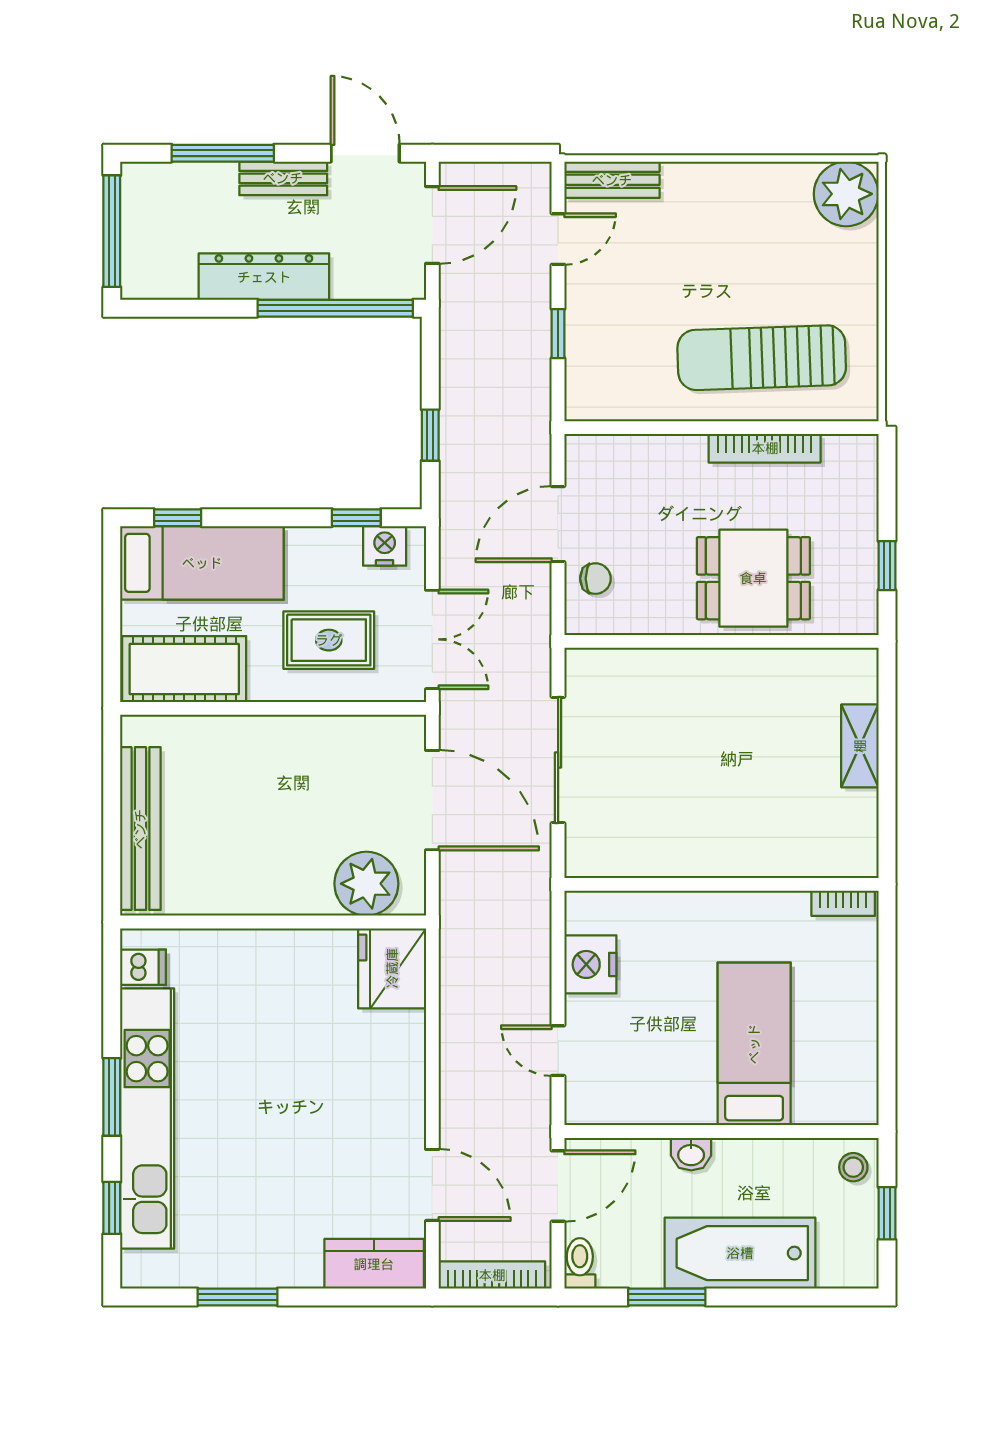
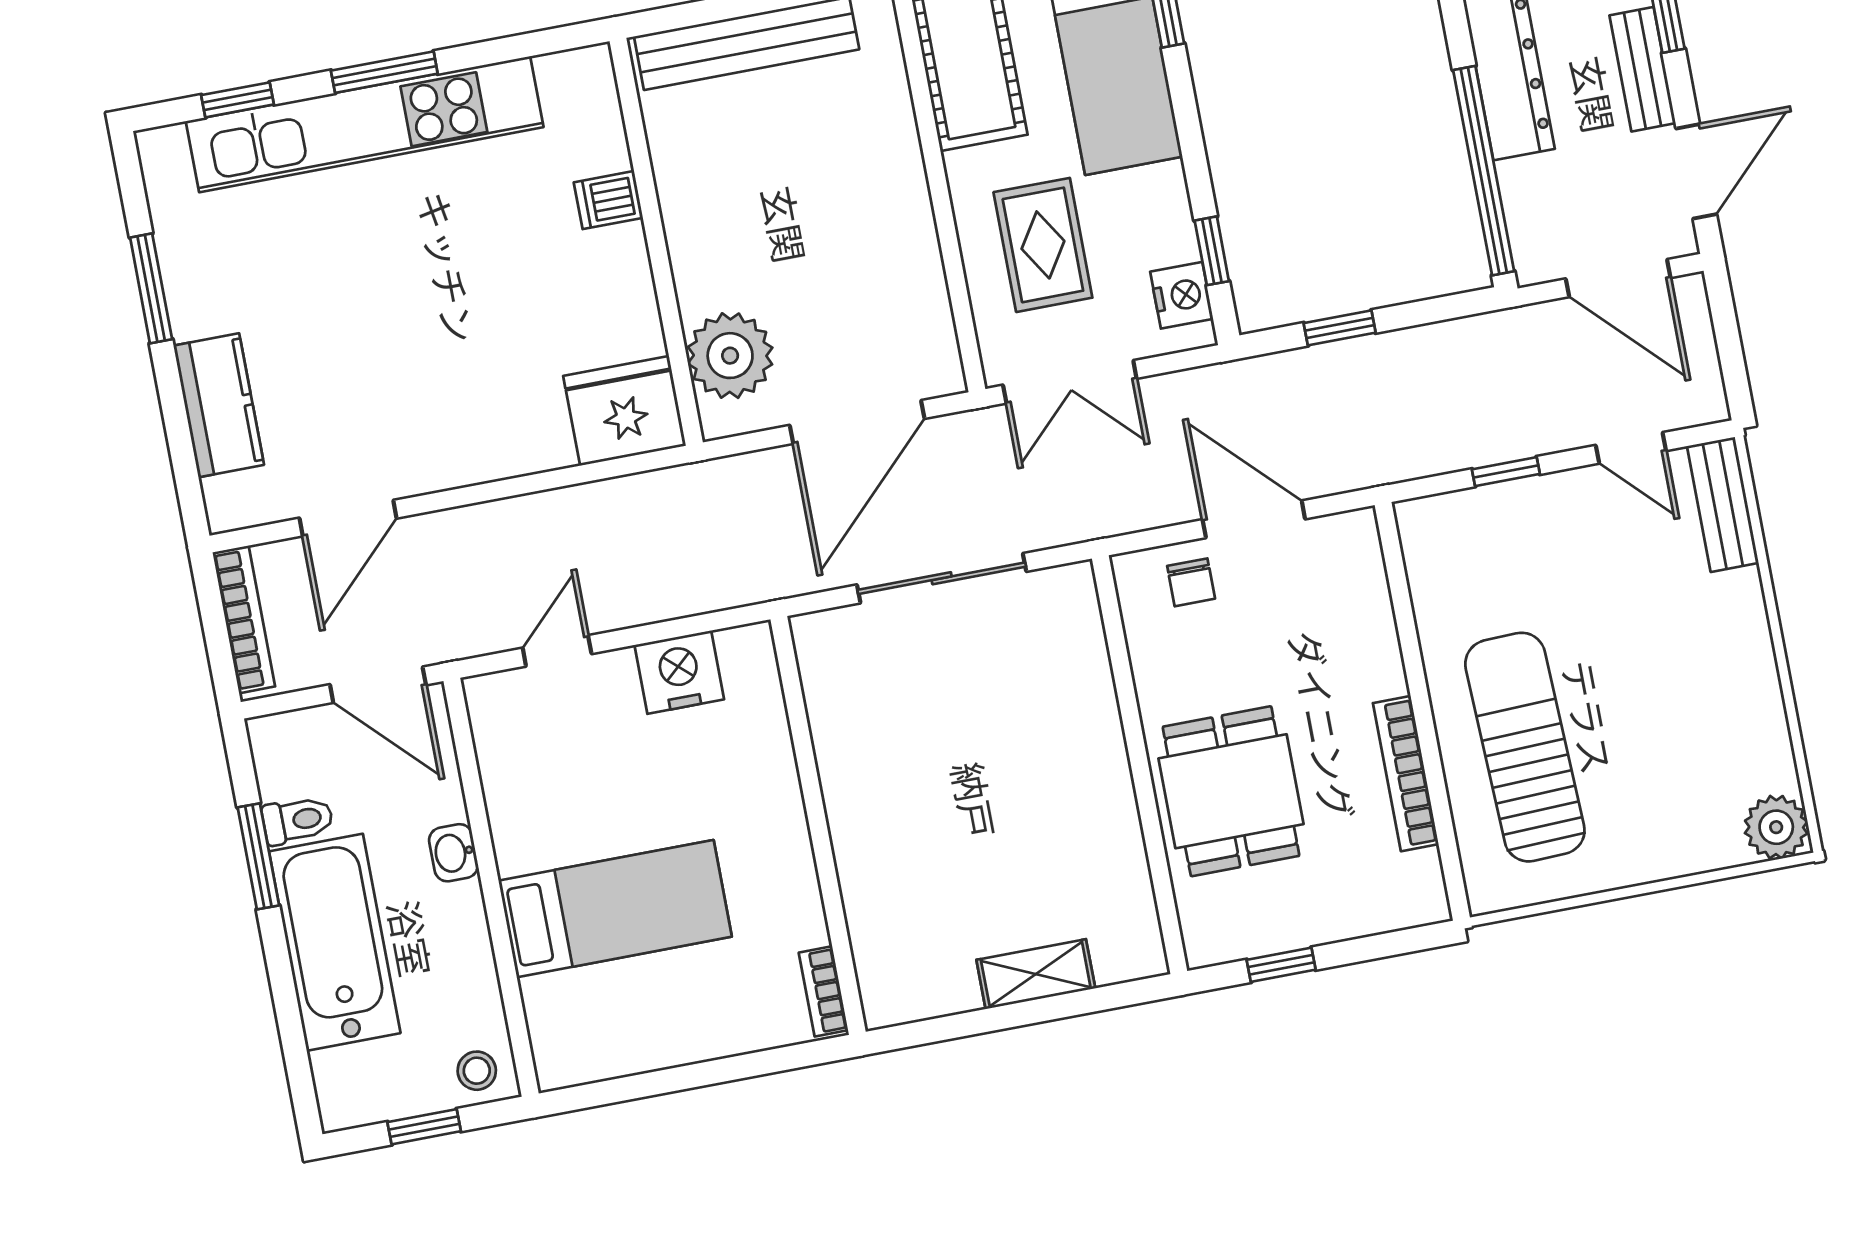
plant: (846, 194) -> (1776, 827), width x0.73, depth x0.73
dishwasher: (143, 967) -> (608, 200), moved, turned 90
toilet: (580, 1263) -> (298, 820), moved
kitchen counter: (374, 1264) -> (219, 405), moved

